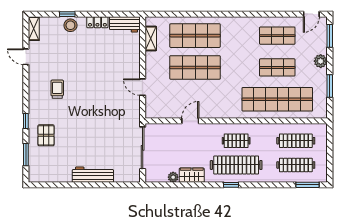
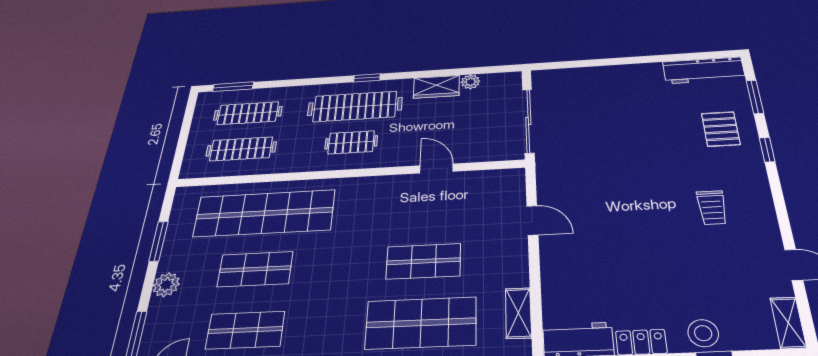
shop shelf: (195, 67) -> (423, 261), width x0.70, depth x0.74
door: (190, 121) -> (436, 169), swing flipped
workbench: (93, 175) -> (704, 70), moved

